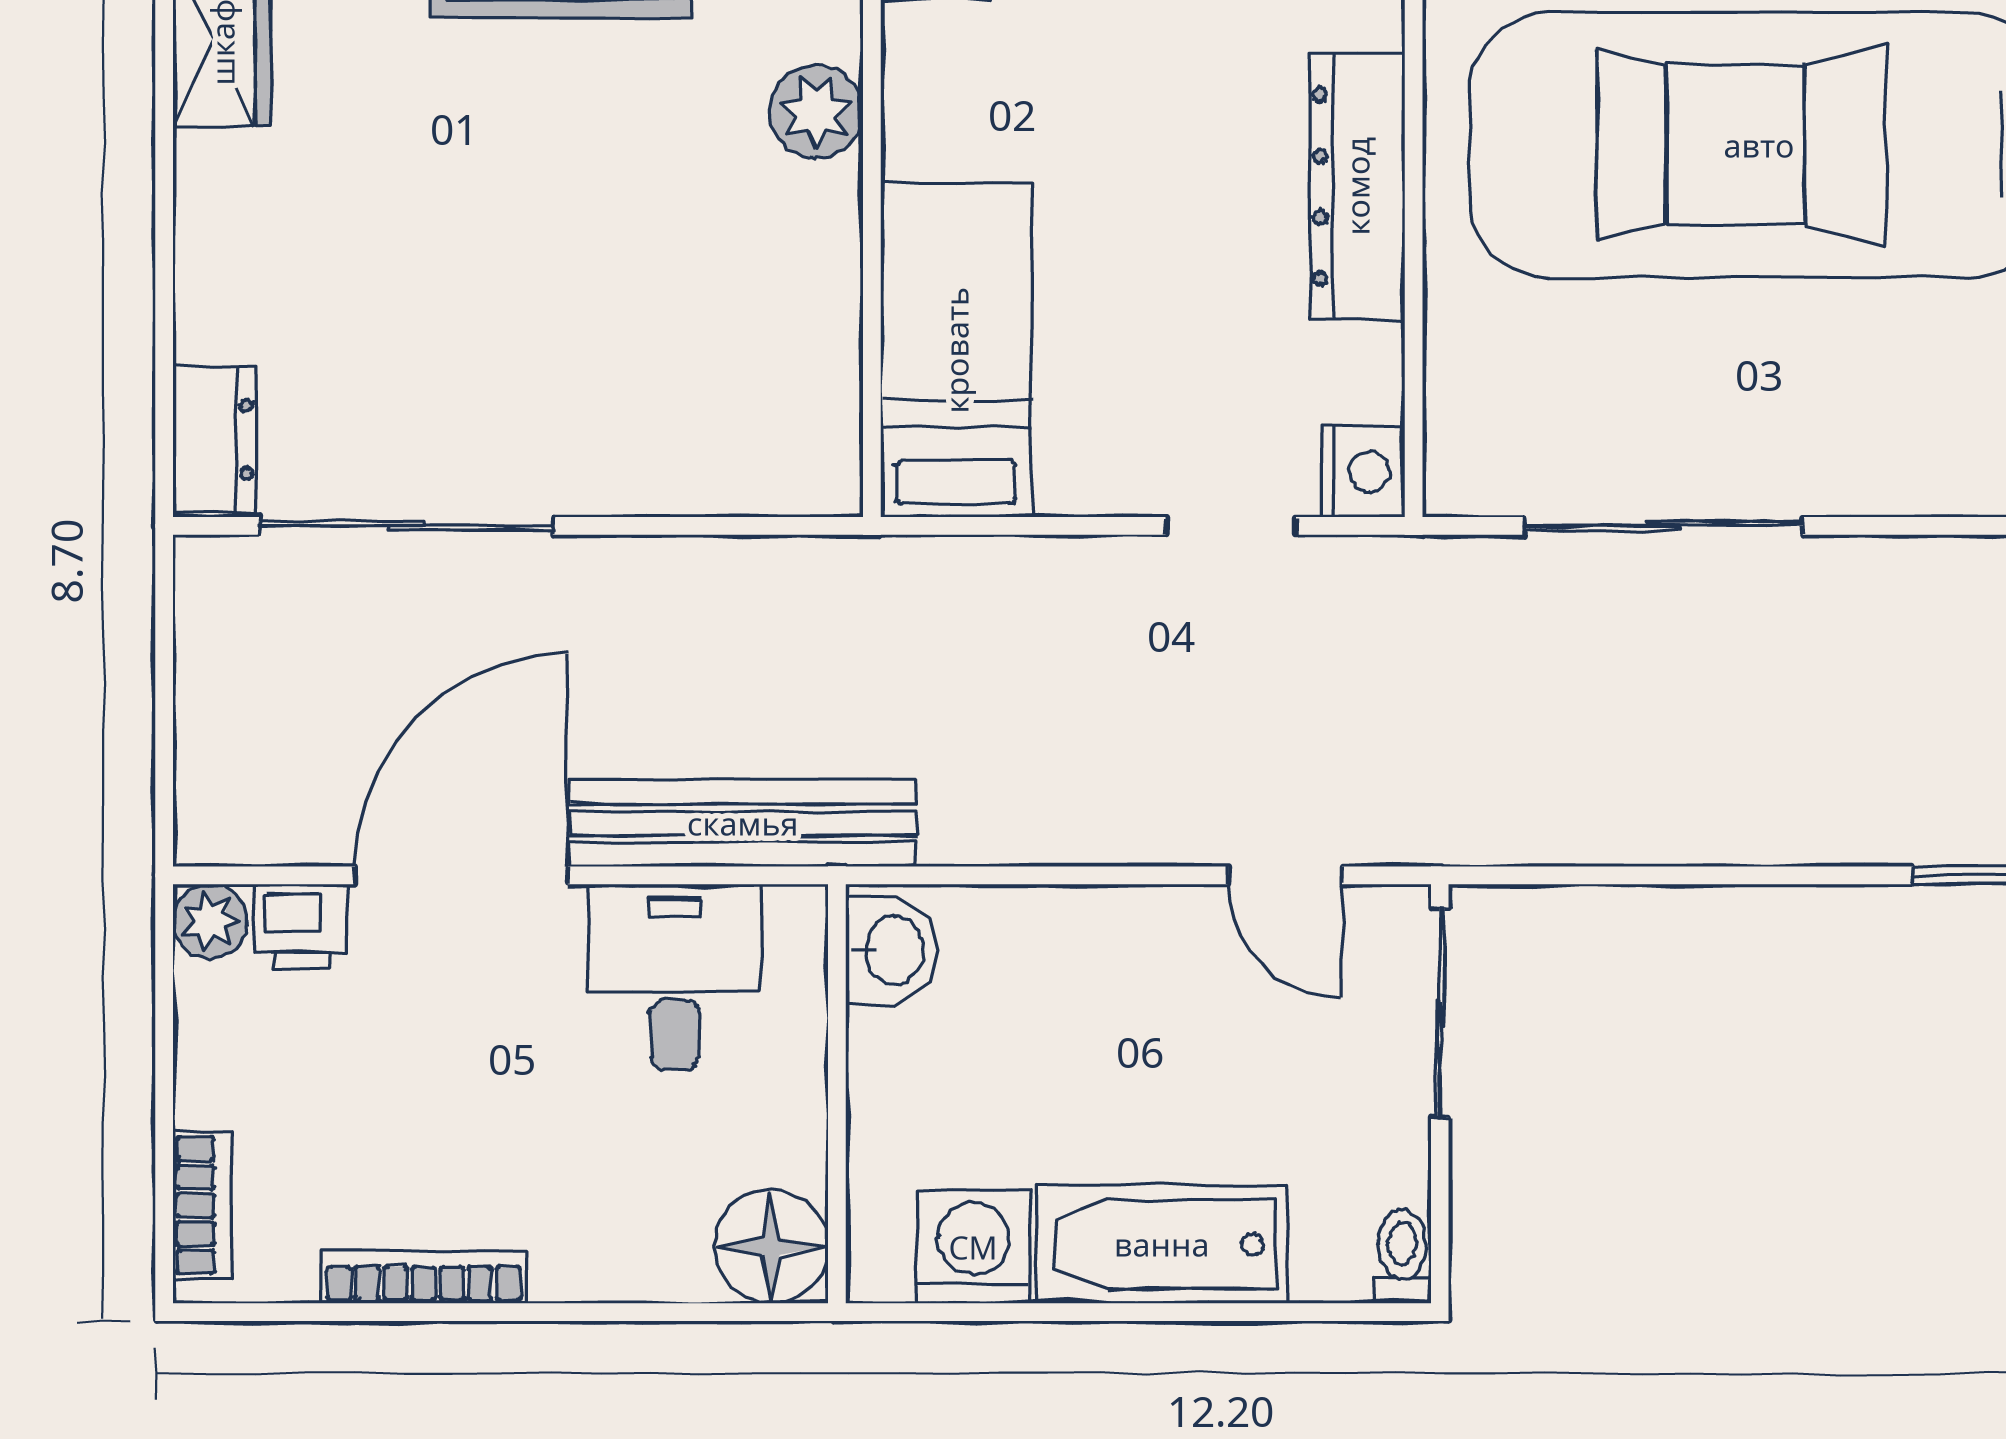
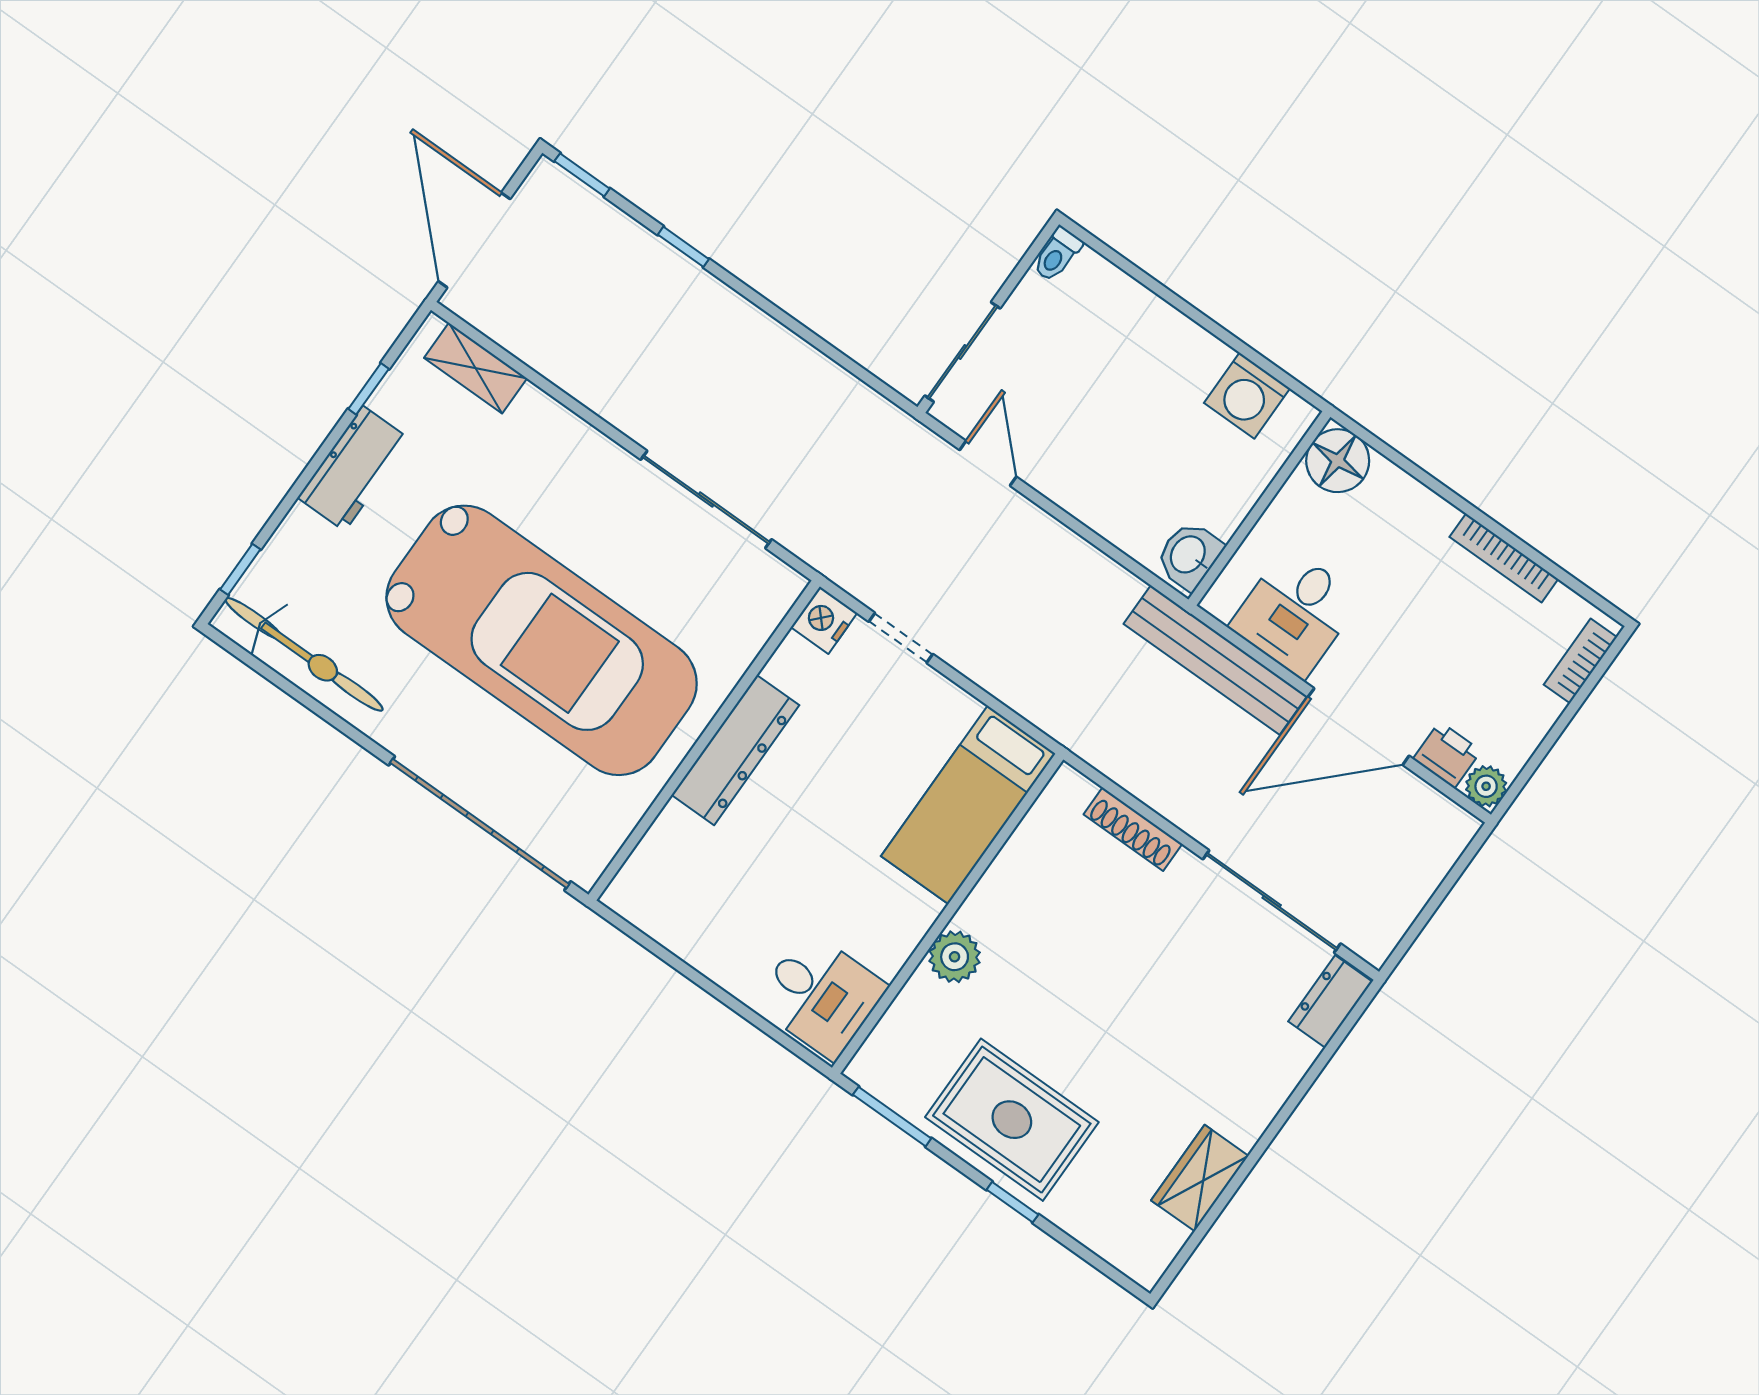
shoe rack: (687, 487) -> (1133, 829), added
bathtub: (1162, 1244) -> (1161, 337), removed

